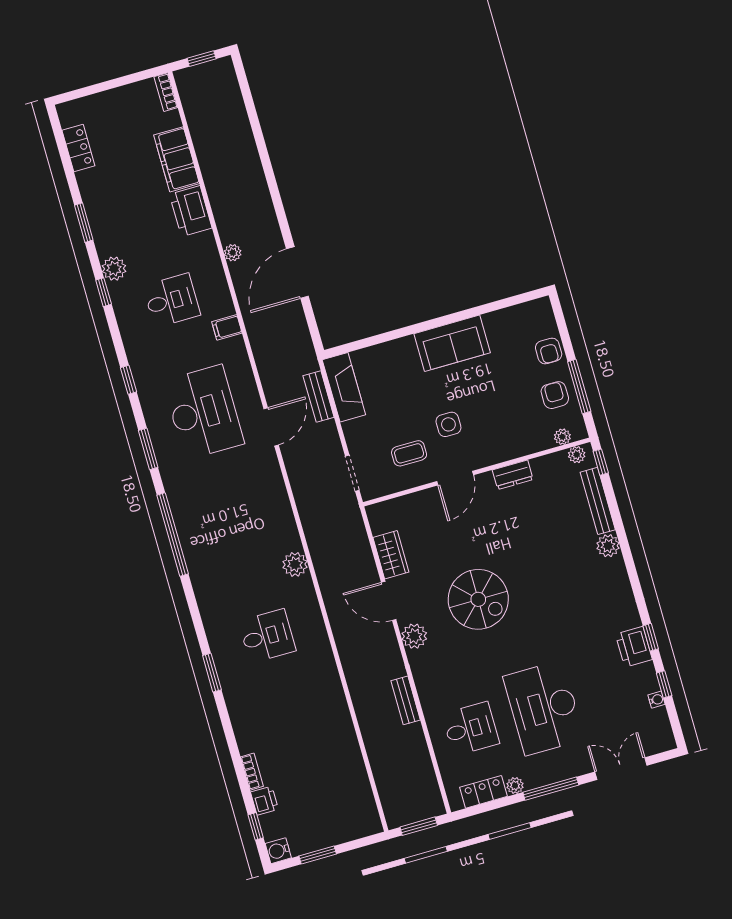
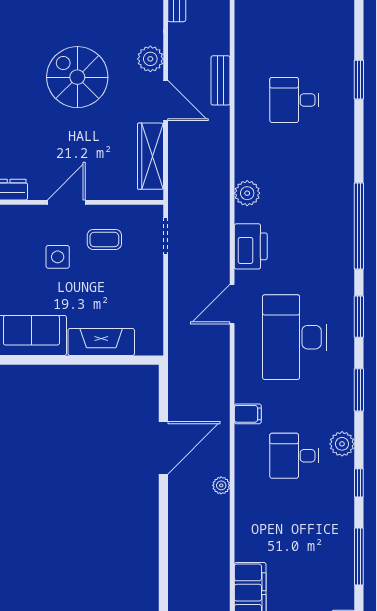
printer: (191, 211) -> (251, 246), moved
window: (84, 223) -> (359, 556), width x1.44
plant: (114, 269) -> (342, 444), moved
window: (128, 380) -> (359, 390), width x1.50
fireplace: (344, 387) -> (101, 342), moved, turned 90
bench: (319, 397) -> (220, 80), moved
wardrobe: (391, 555) -> (150, 156), width x1.50
plant: (295, 564) -> (247, 193), moved

